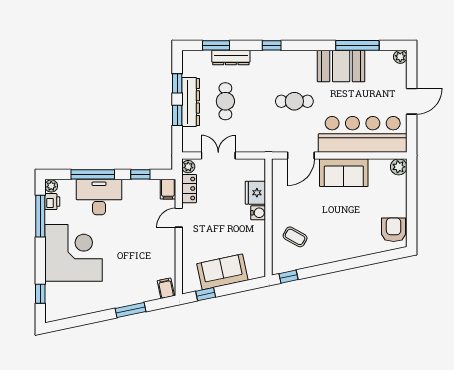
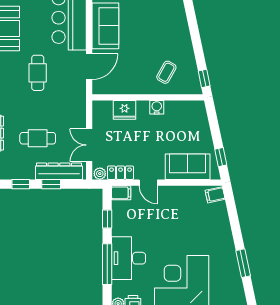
dresser: (191, 102) -> (59, 171), moved
door: (301, 156) -> (89, 67), hinge flipped
water cooler: (258, 213) -> (157, 107), moved
sofa: (222, 272) -> (188, 167), moved, turned 102
window: (130, 310) -> (243, 263), moved

